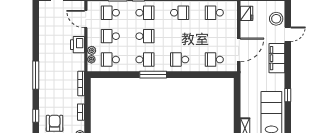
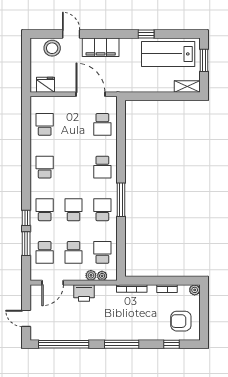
school desk: (214, 13) -> (45, 124), turned 180
window: (36, 28) -> (64, 344), added
school desk: (110, 60) -> (102, 252), turned 180

